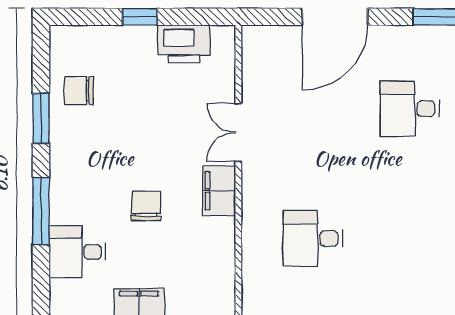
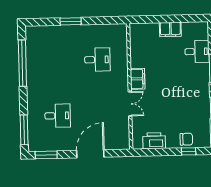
window: (140, 17) -> (189, 151), moved
chair: (79, 91) -> (186, 139), moved
chair: (146, 206) -> (168, 72), removed

